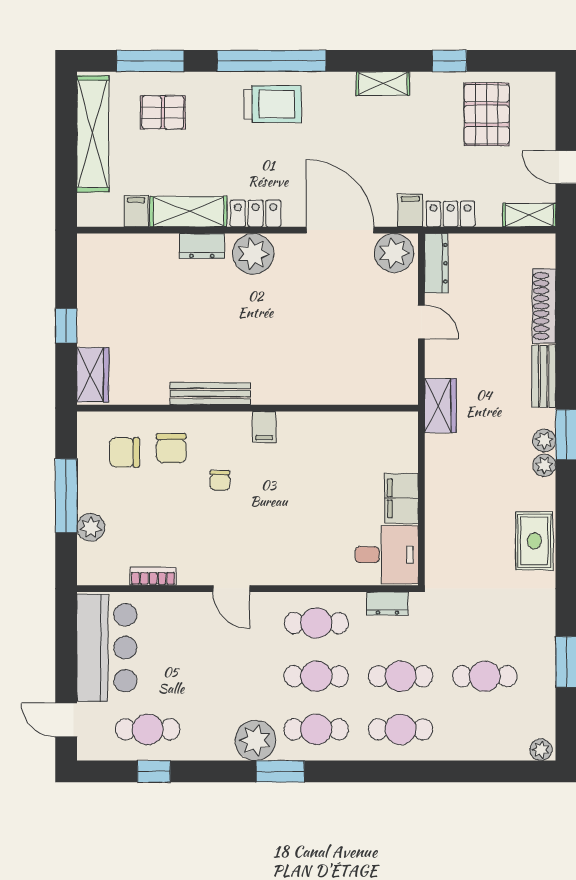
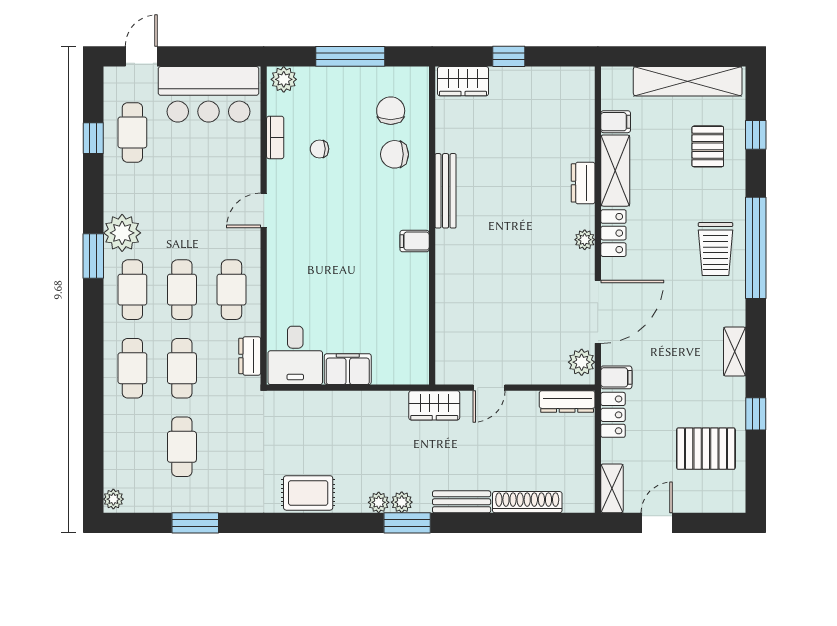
window: (150, 61) -> (756, 135), width x0.46
plant: (394, 253) -> (582, 362), width x0.73, depth x0.73
plant: (253, 254) -> (585, 240), width x0.53, depth x0.53
door: (421, 322) -> (489, 388), moved
chair: (220, 480) -> (319, 149), moved
plant: (91, 528) -> (284, 79), moved

